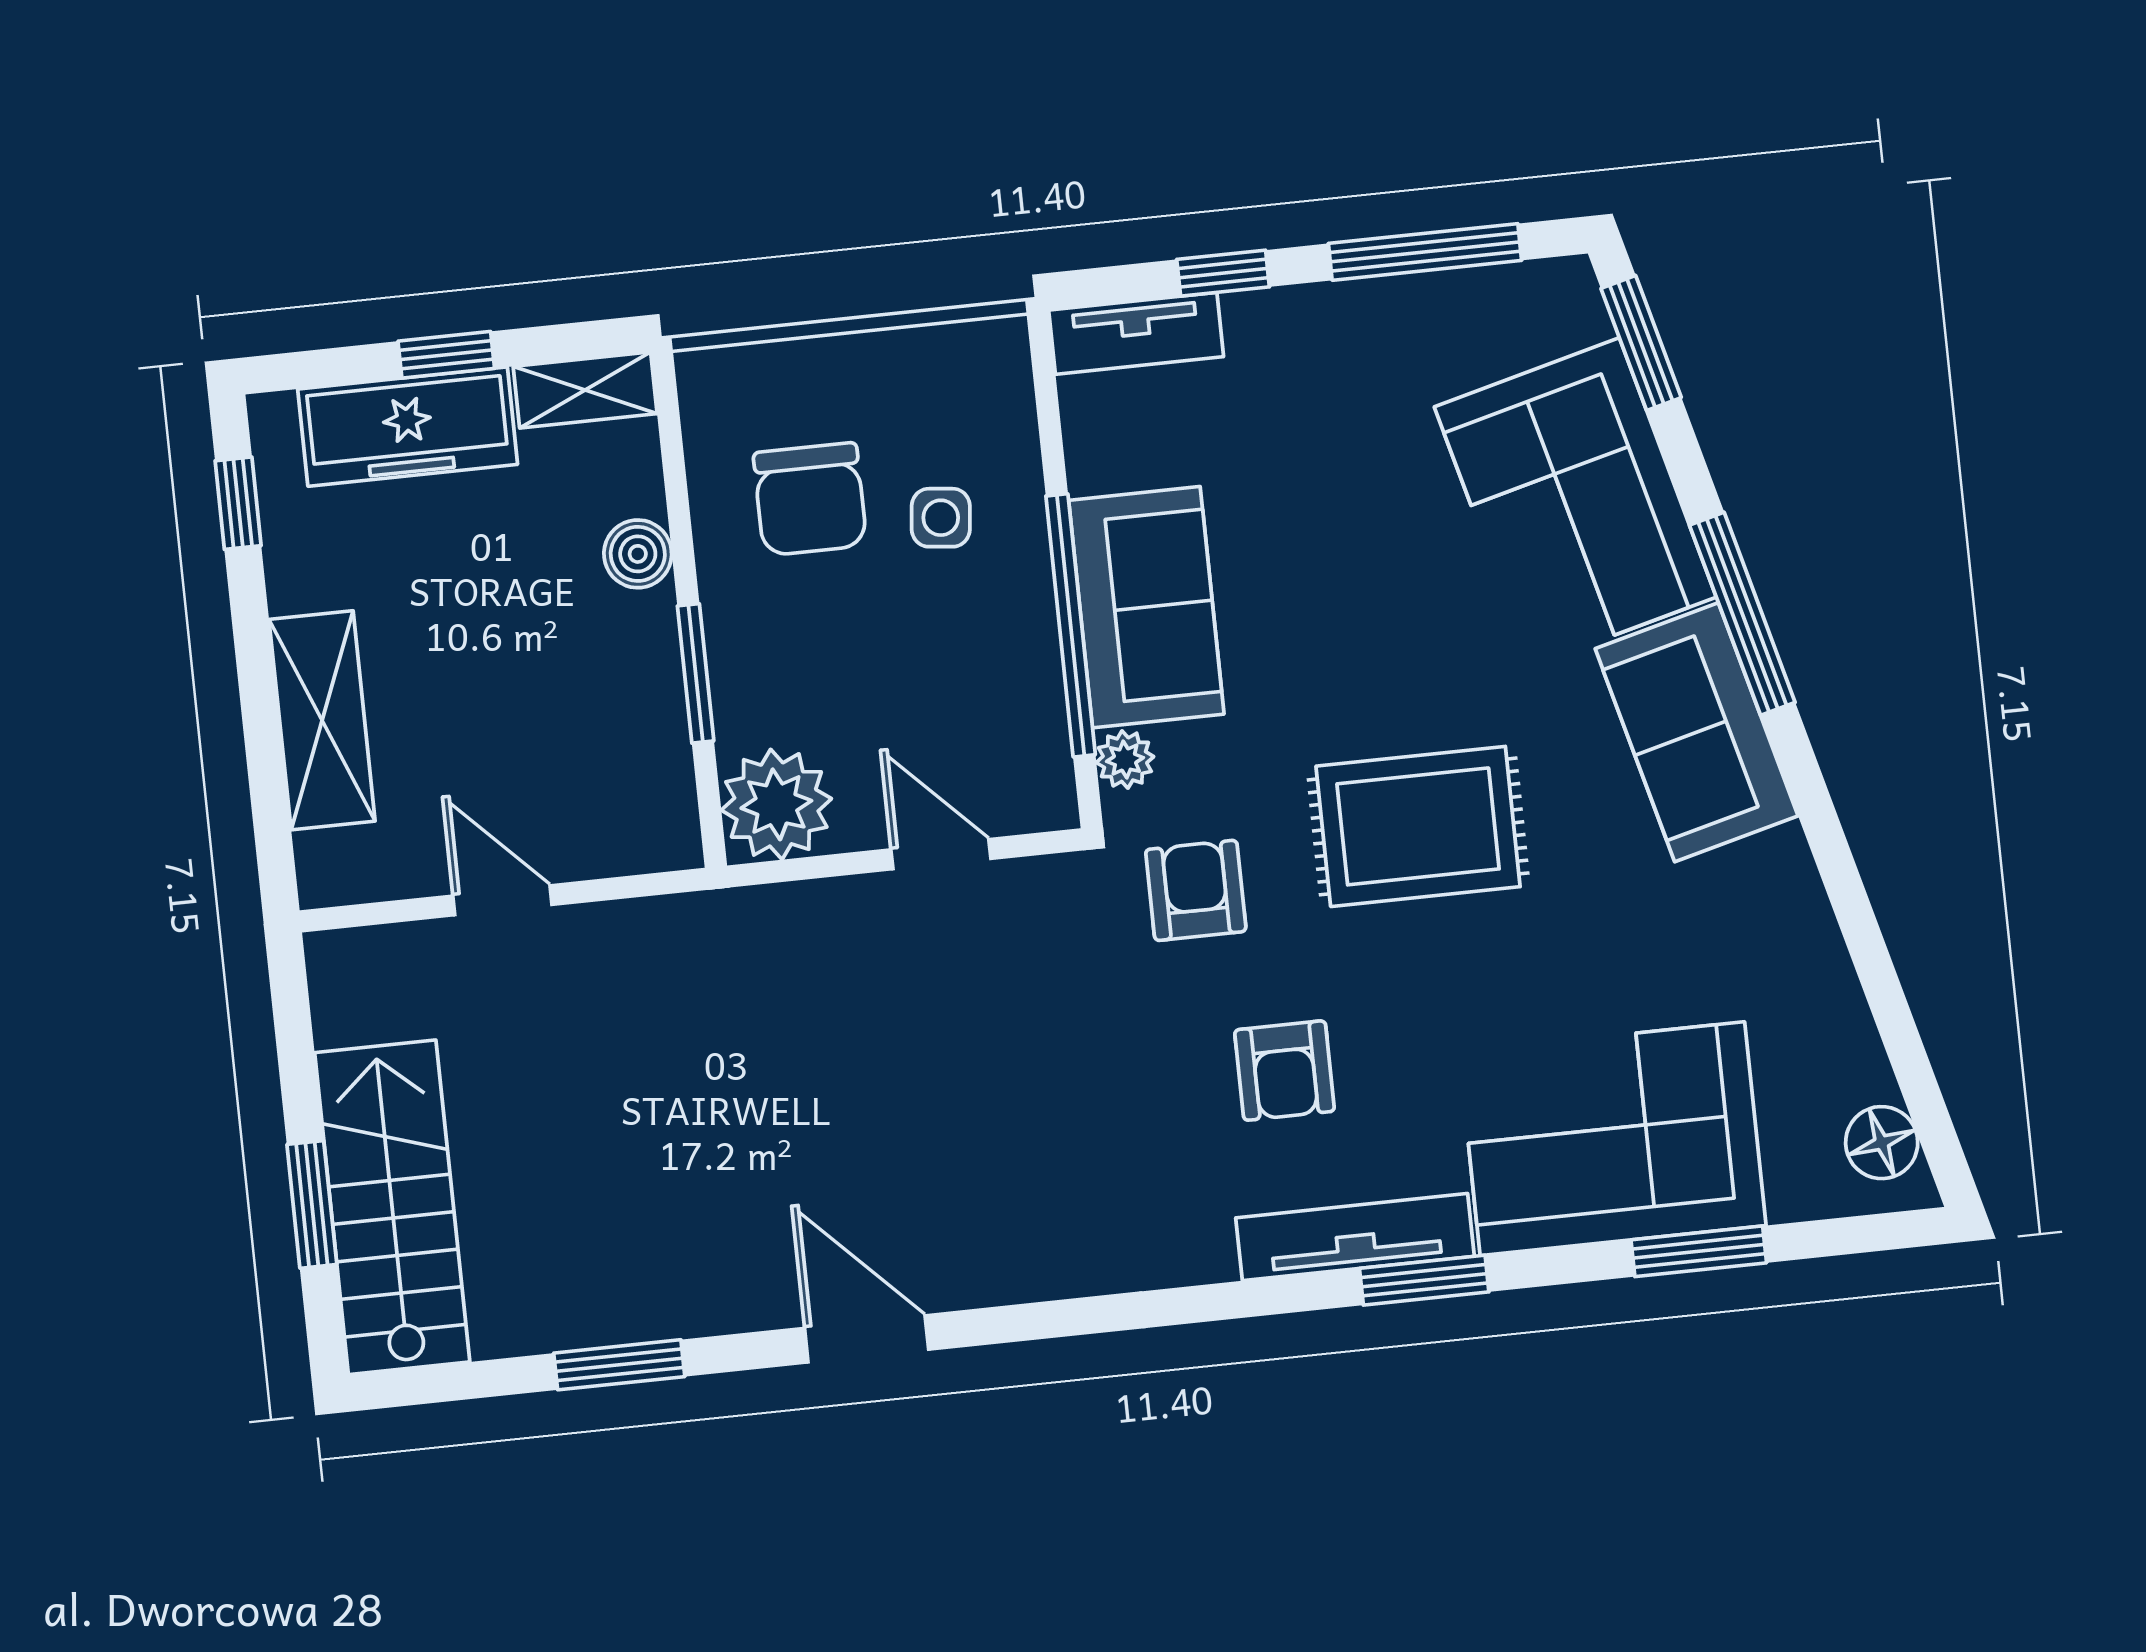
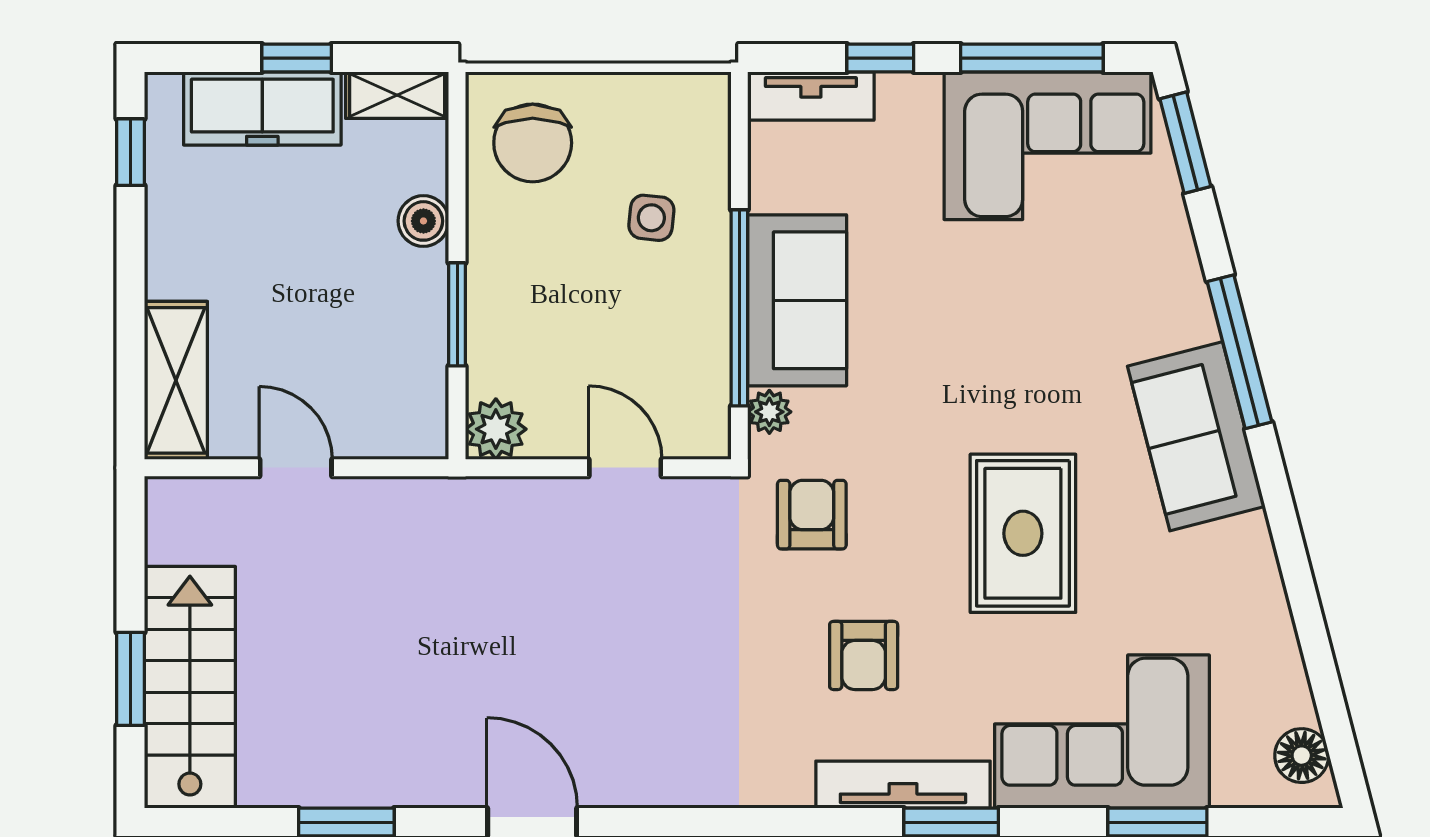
chair: (810, 499) -> (533, 143), moved
corner sofa: (1575, 502) -> (1047, 146), moved, turned -76
shelving: (322, 720) -> (176, 380), moved
plant: (776, 804) -> (496, 429), width x0.73, depth x0.73
rug: (1418, 826) -> (1023, 533), moved, turned 90

